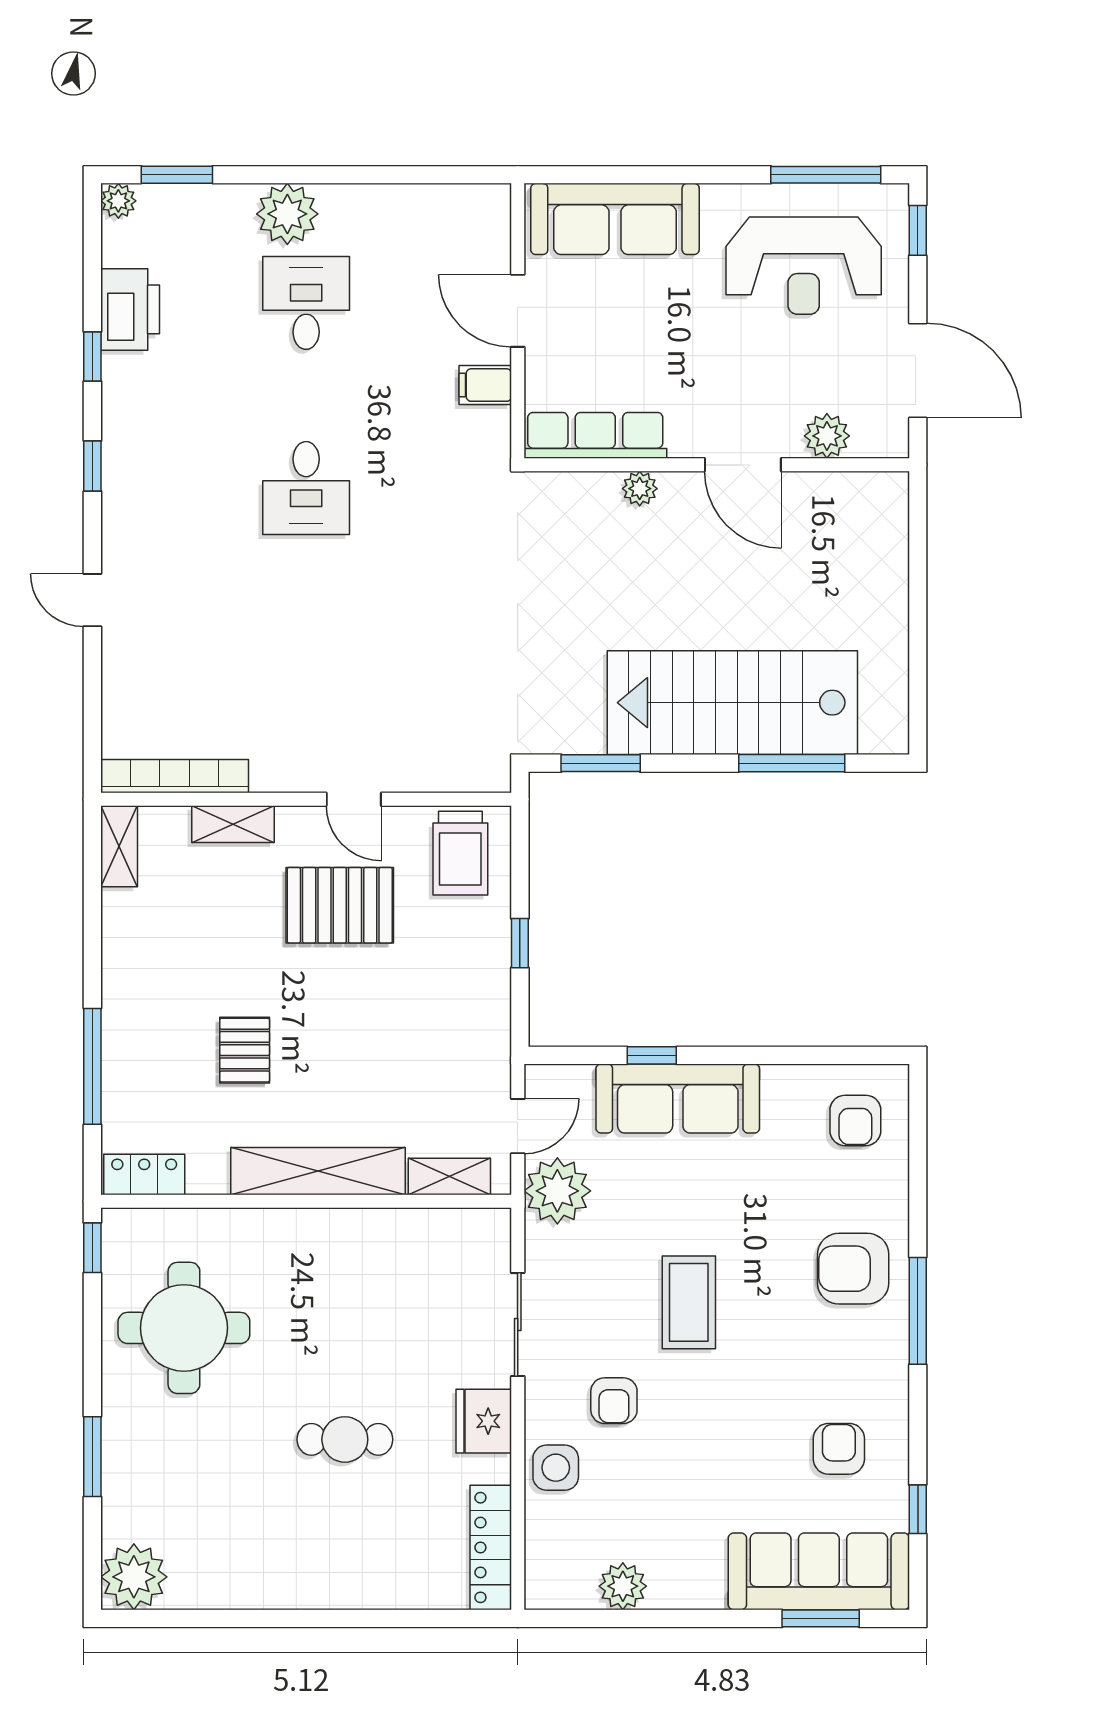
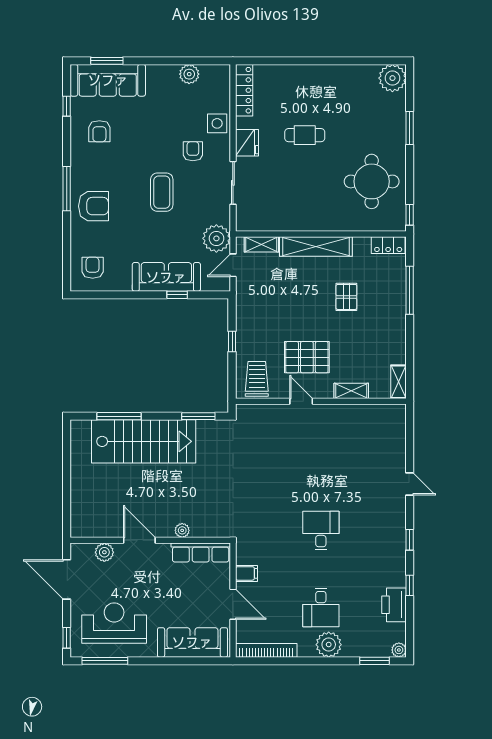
bookcase: (175, 776) -> (266, 650), moved, turned 180

